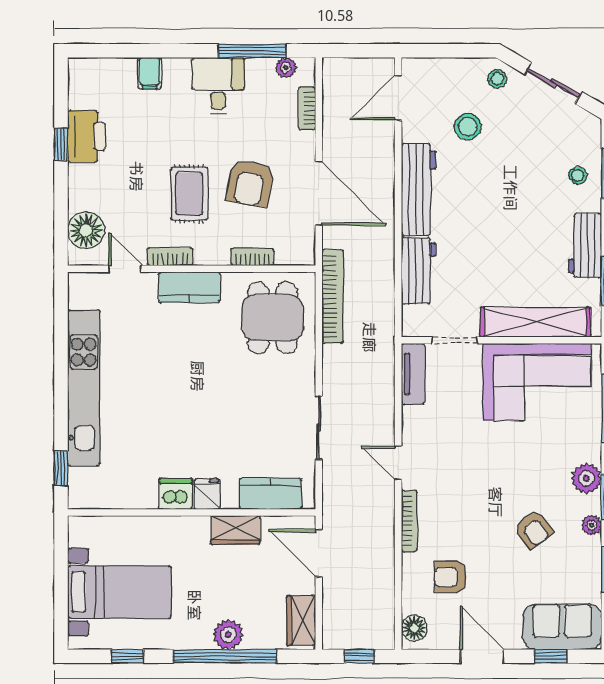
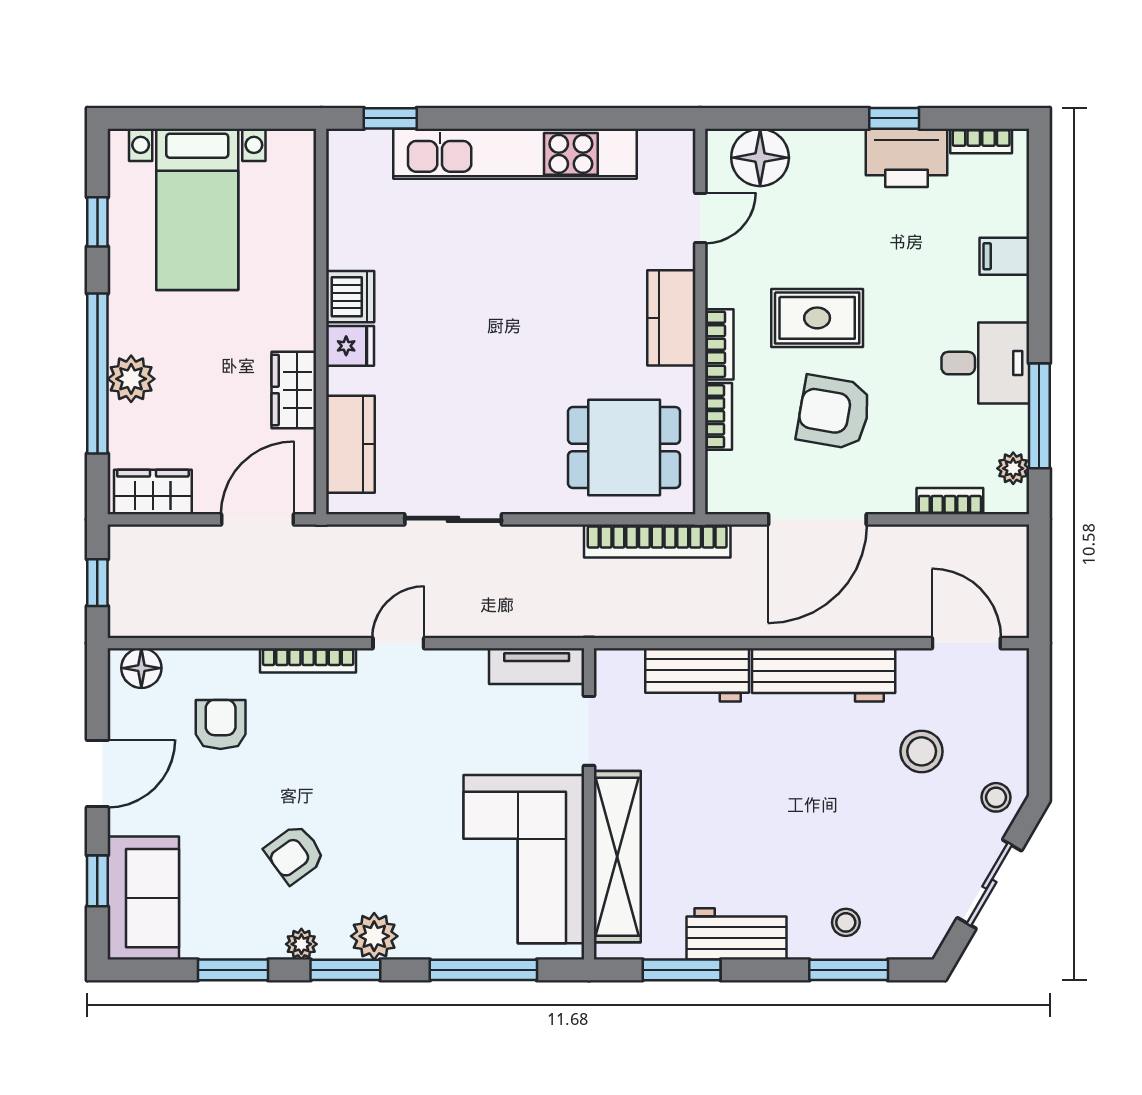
bookcase: (76, 88) -> (981, 141), added
bookcase: (170, 257) -> (719, 344), moved

